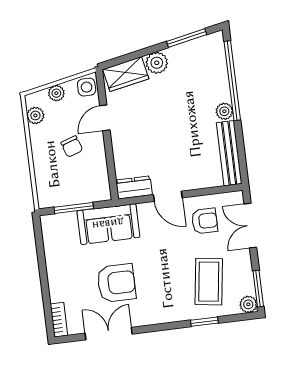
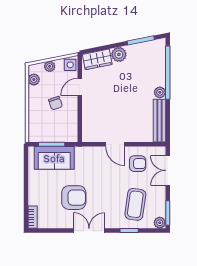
dresser: (134, 187) -> (93, 136), removed
sofa: (108, 224) -> (54, 158), moved
double door: (109, 334) -> (89, 231), moved

